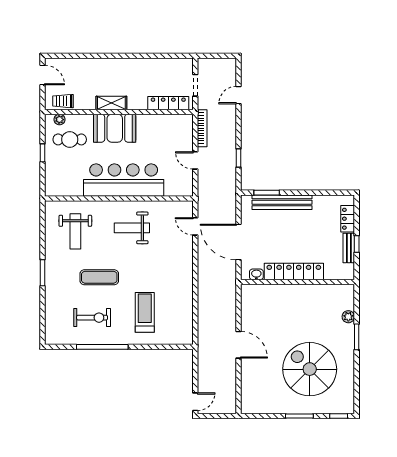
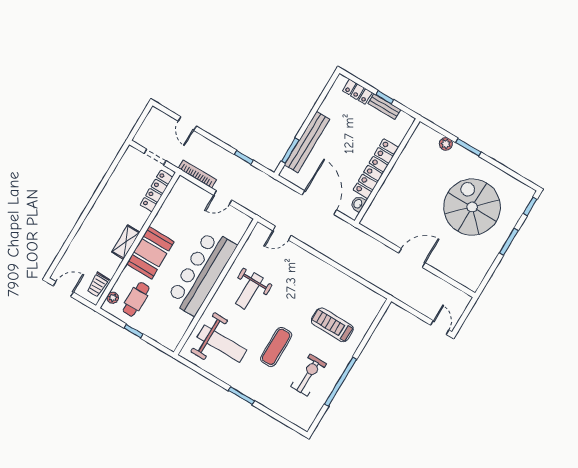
weight bench: (75, 231) -> (222, 344), width x1.36, depth x1.33
door: (238, 242) -> (319, 203), swing flipped
spiral stairs: (310, 369) -> (472, 207), turned 90

